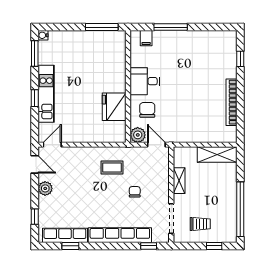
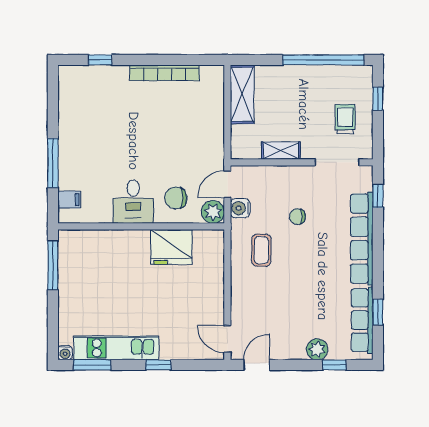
kitchen unit: (46, 94) -> (116, 348), moved
water cooler: (140, 153) -> (240, 208), added
plant: (45, 188) -> (317, 349), moved

